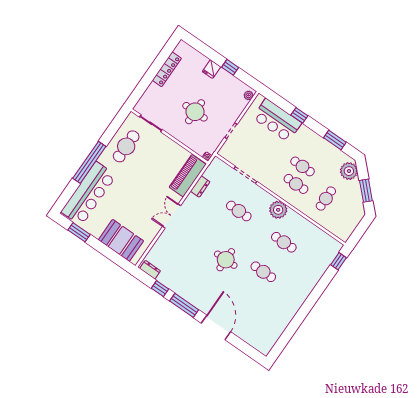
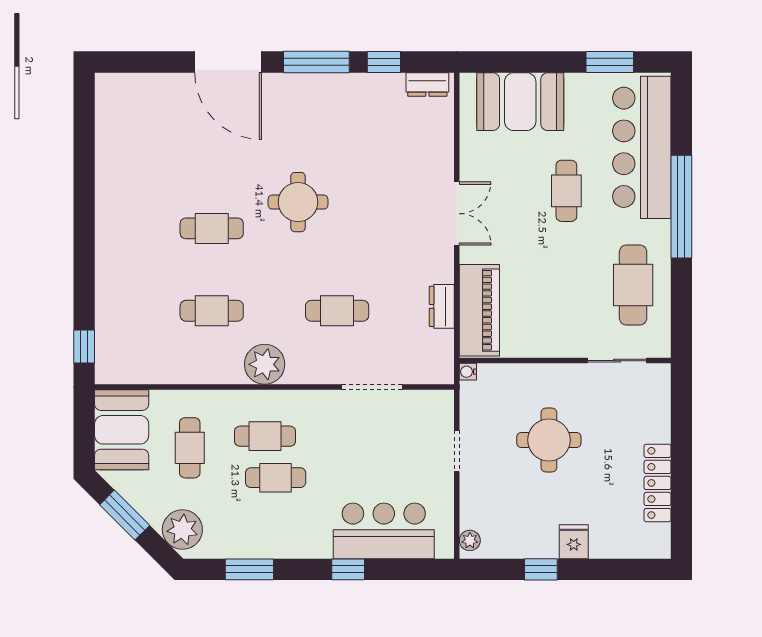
cafe table: (127, 197) -> (566, 191), added
booth: (346, 222) -> (122, 430), added

